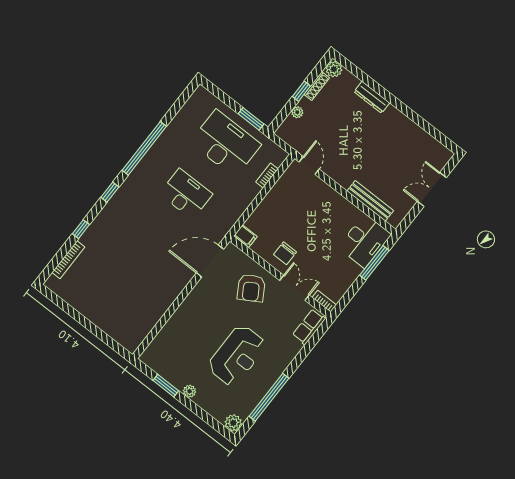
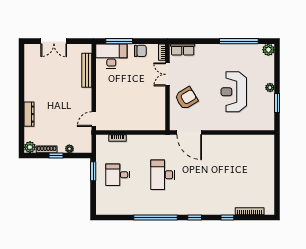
desk: (226, 143) -> (118, 175), width x0.53, depth x0.77
filing cabinet: (246, 236) -> (160, 124), removed
chair: (285, 253) -> (140, 51), moved
reception desk: (237, 355) -> (234, 92), moved, turned -90

